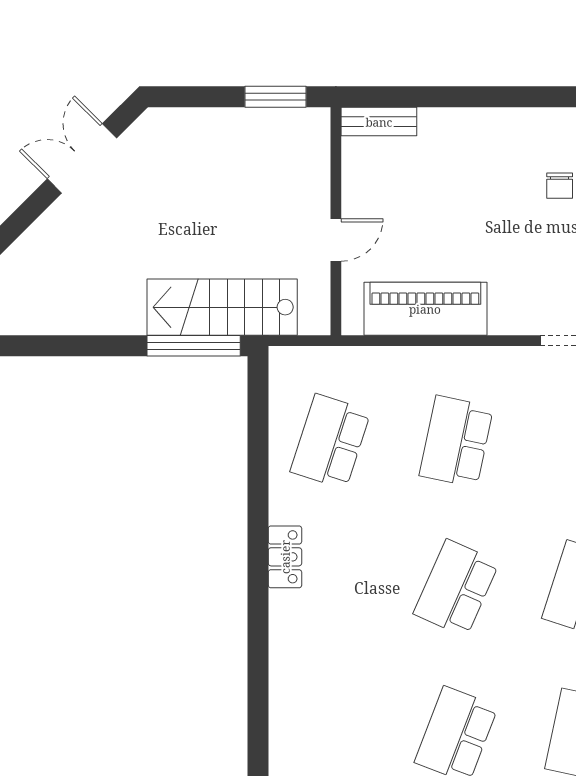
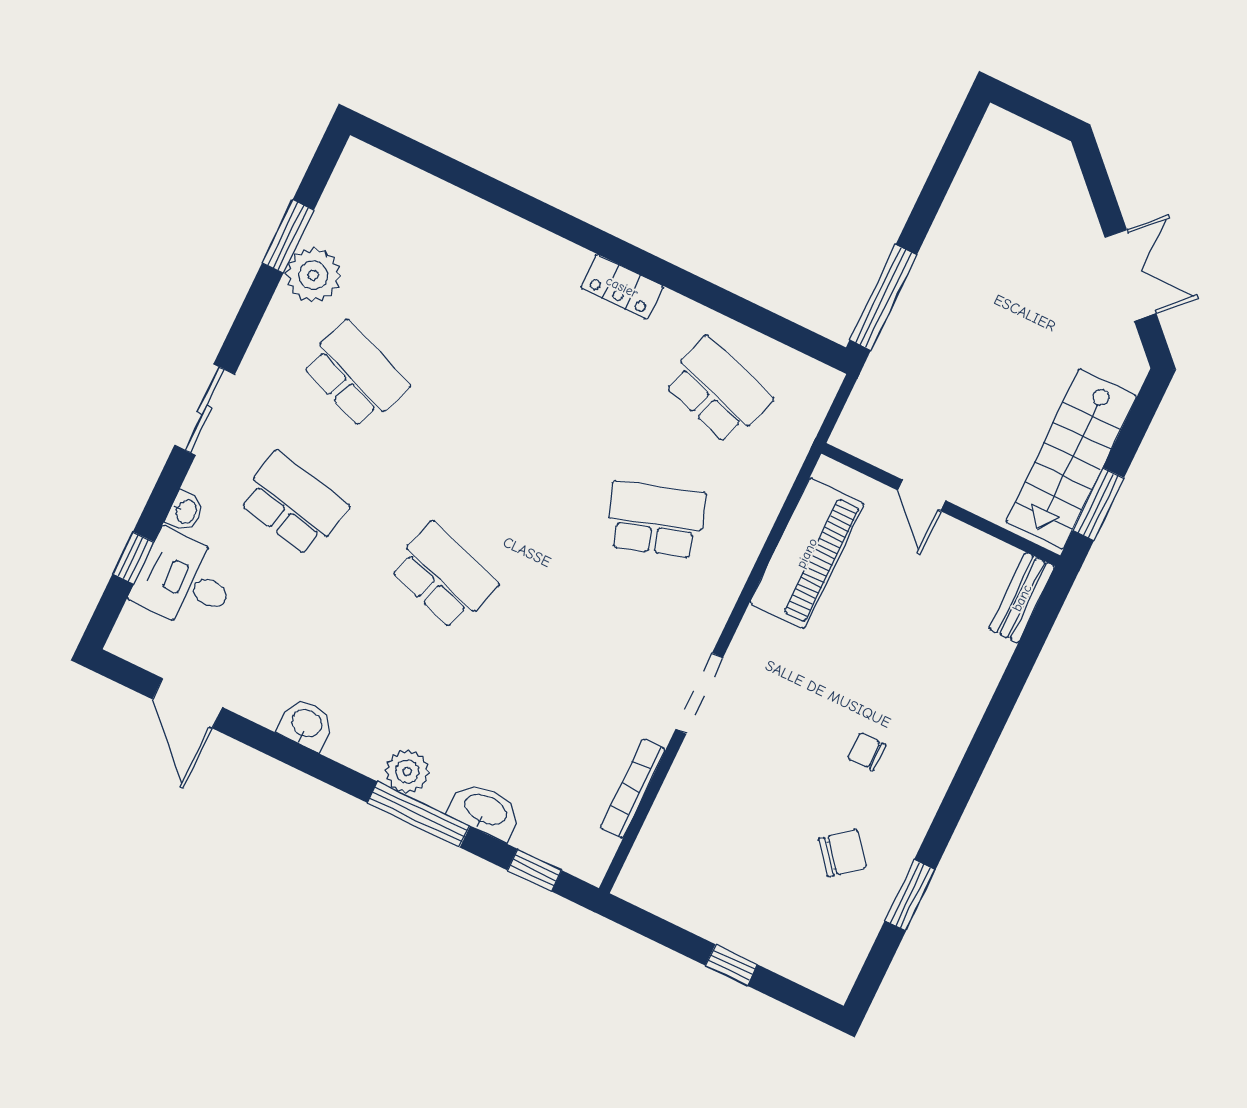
stairs: (222, 307) -> (1071, 459), moved, turned 180
school desk: (456, 441) -> (656, 519), turned -30
school desk: (456, 588) -> (505, 447), removed

